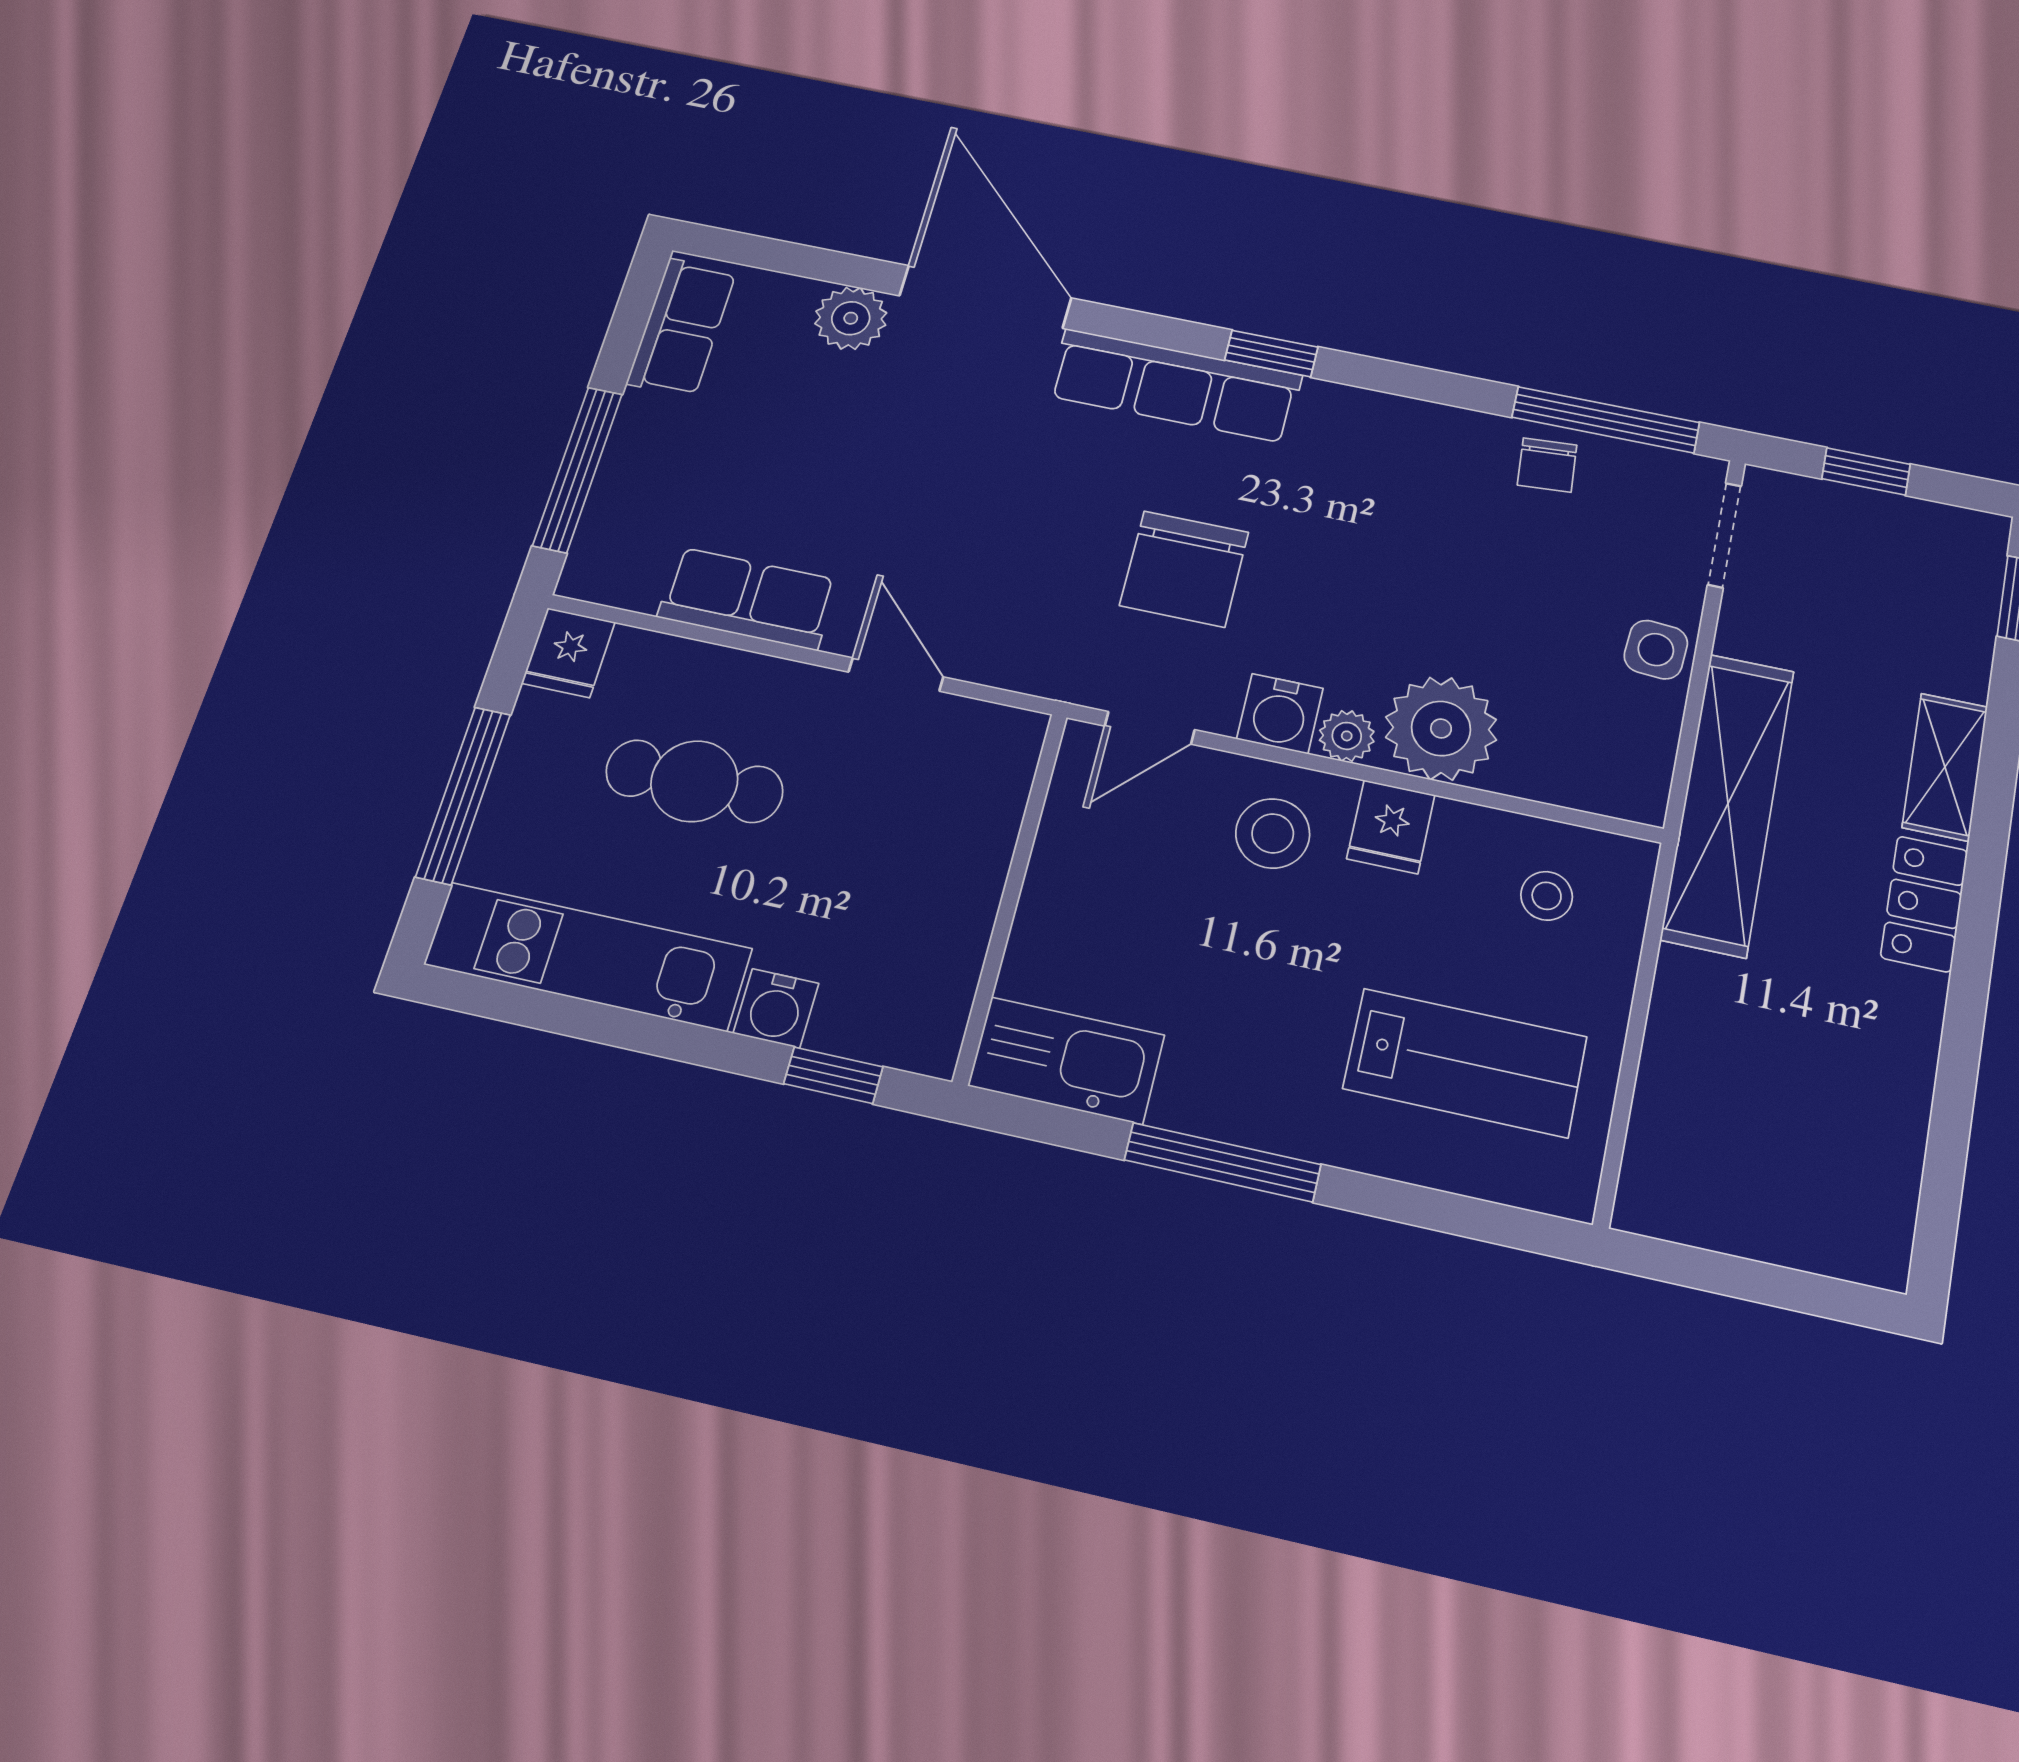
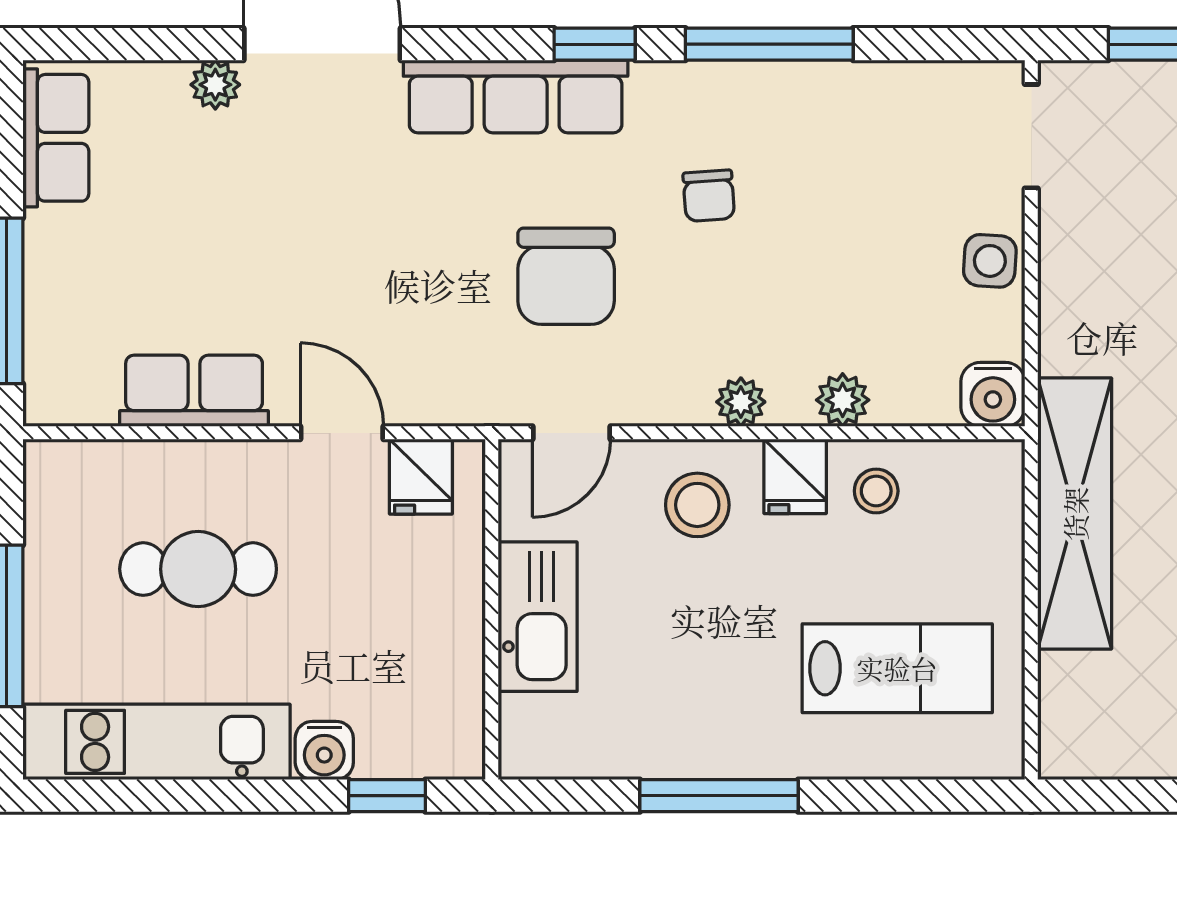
plant: (851, 318) -> (215, 85), width x0.73, depth x0.73
window: (1606, 420) -> (769, 44), moved
chair: (1547, 465) -> (709, 196), moved
fridge: (568, 653) -> (421, 477), moved
water cooler: (1280, 714) -> (993, 394), moved
plant: (1441, 728) -> (843, 400), width x0.53, depth x0.53
shelving: (1728, 803) -> (1075, 514), moved
stool: (1547, 896) -> (876, 491), moved
kitchen sink: (1066, 1060) -> (538, 617), moved, turned 90

